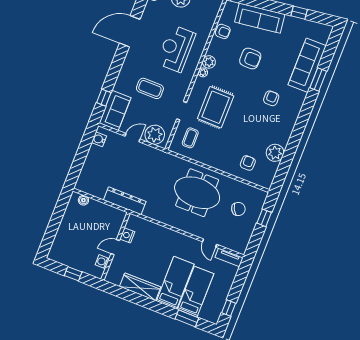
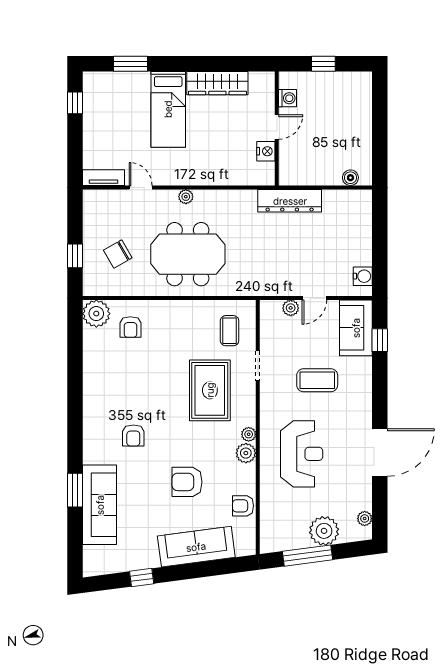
plant: (155, 135) -> (291, 308), width x0.53, depth x0.53
plant: (275, 153) -> (96, 314), moved
plant: (185, 227) -> (186, 197), added
bed: (196, 292) -> (133, 108), removed

